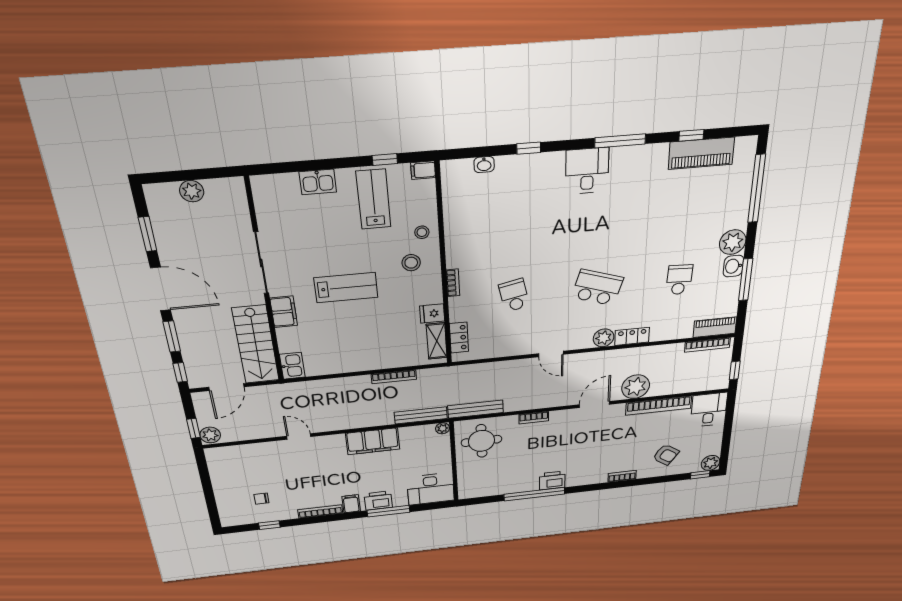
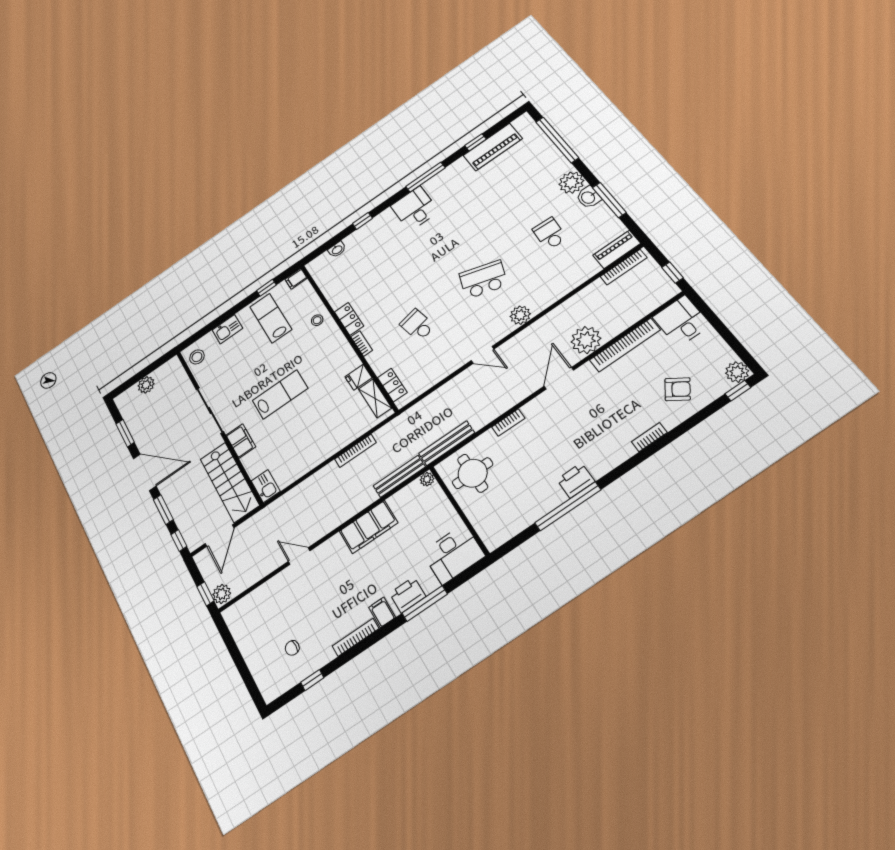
stool: (411, 263) -> (197, 357), moved
locker: (632, 336) -> (349, 319), moved, turned 90

